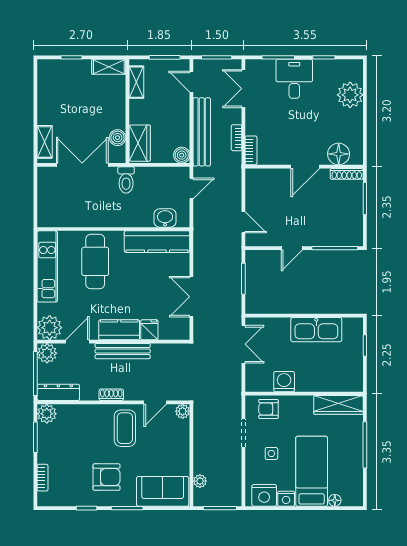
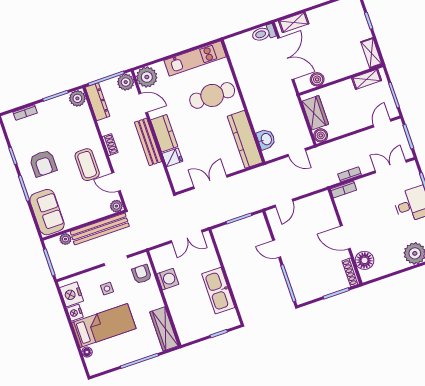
bench: (202, 132) -> (100, 229), moved
wardrobe: (140, 143) -> (315, 113), moved, turned -90
toilet: (126, 180) -> (264, 33), moved
coffee table: (125, 428) -> (87, 165), turned 90

